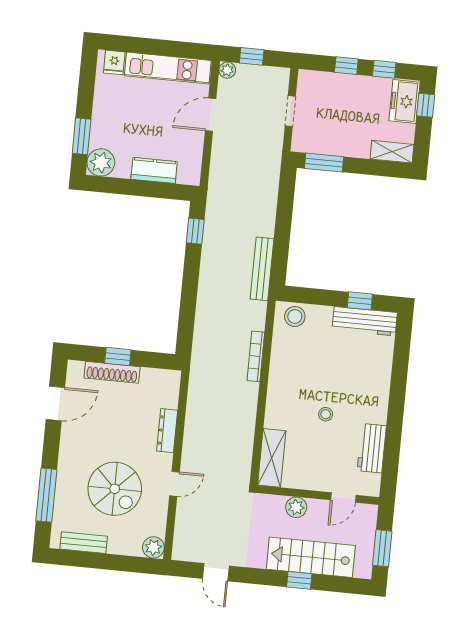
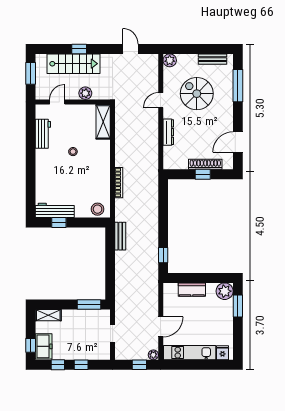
bench: (262, 269) -> (120, 236), width x0.73

